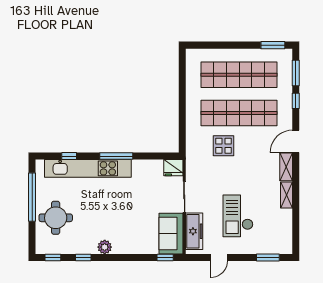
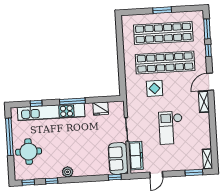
window: (273, 45) -> (162, 10), moved
fridge: (173, 168) -> (101, 109), moved
shelving: (287, 195) -> (208, 159), moved
checkout: (238, 216) -> (171, 128), moved

